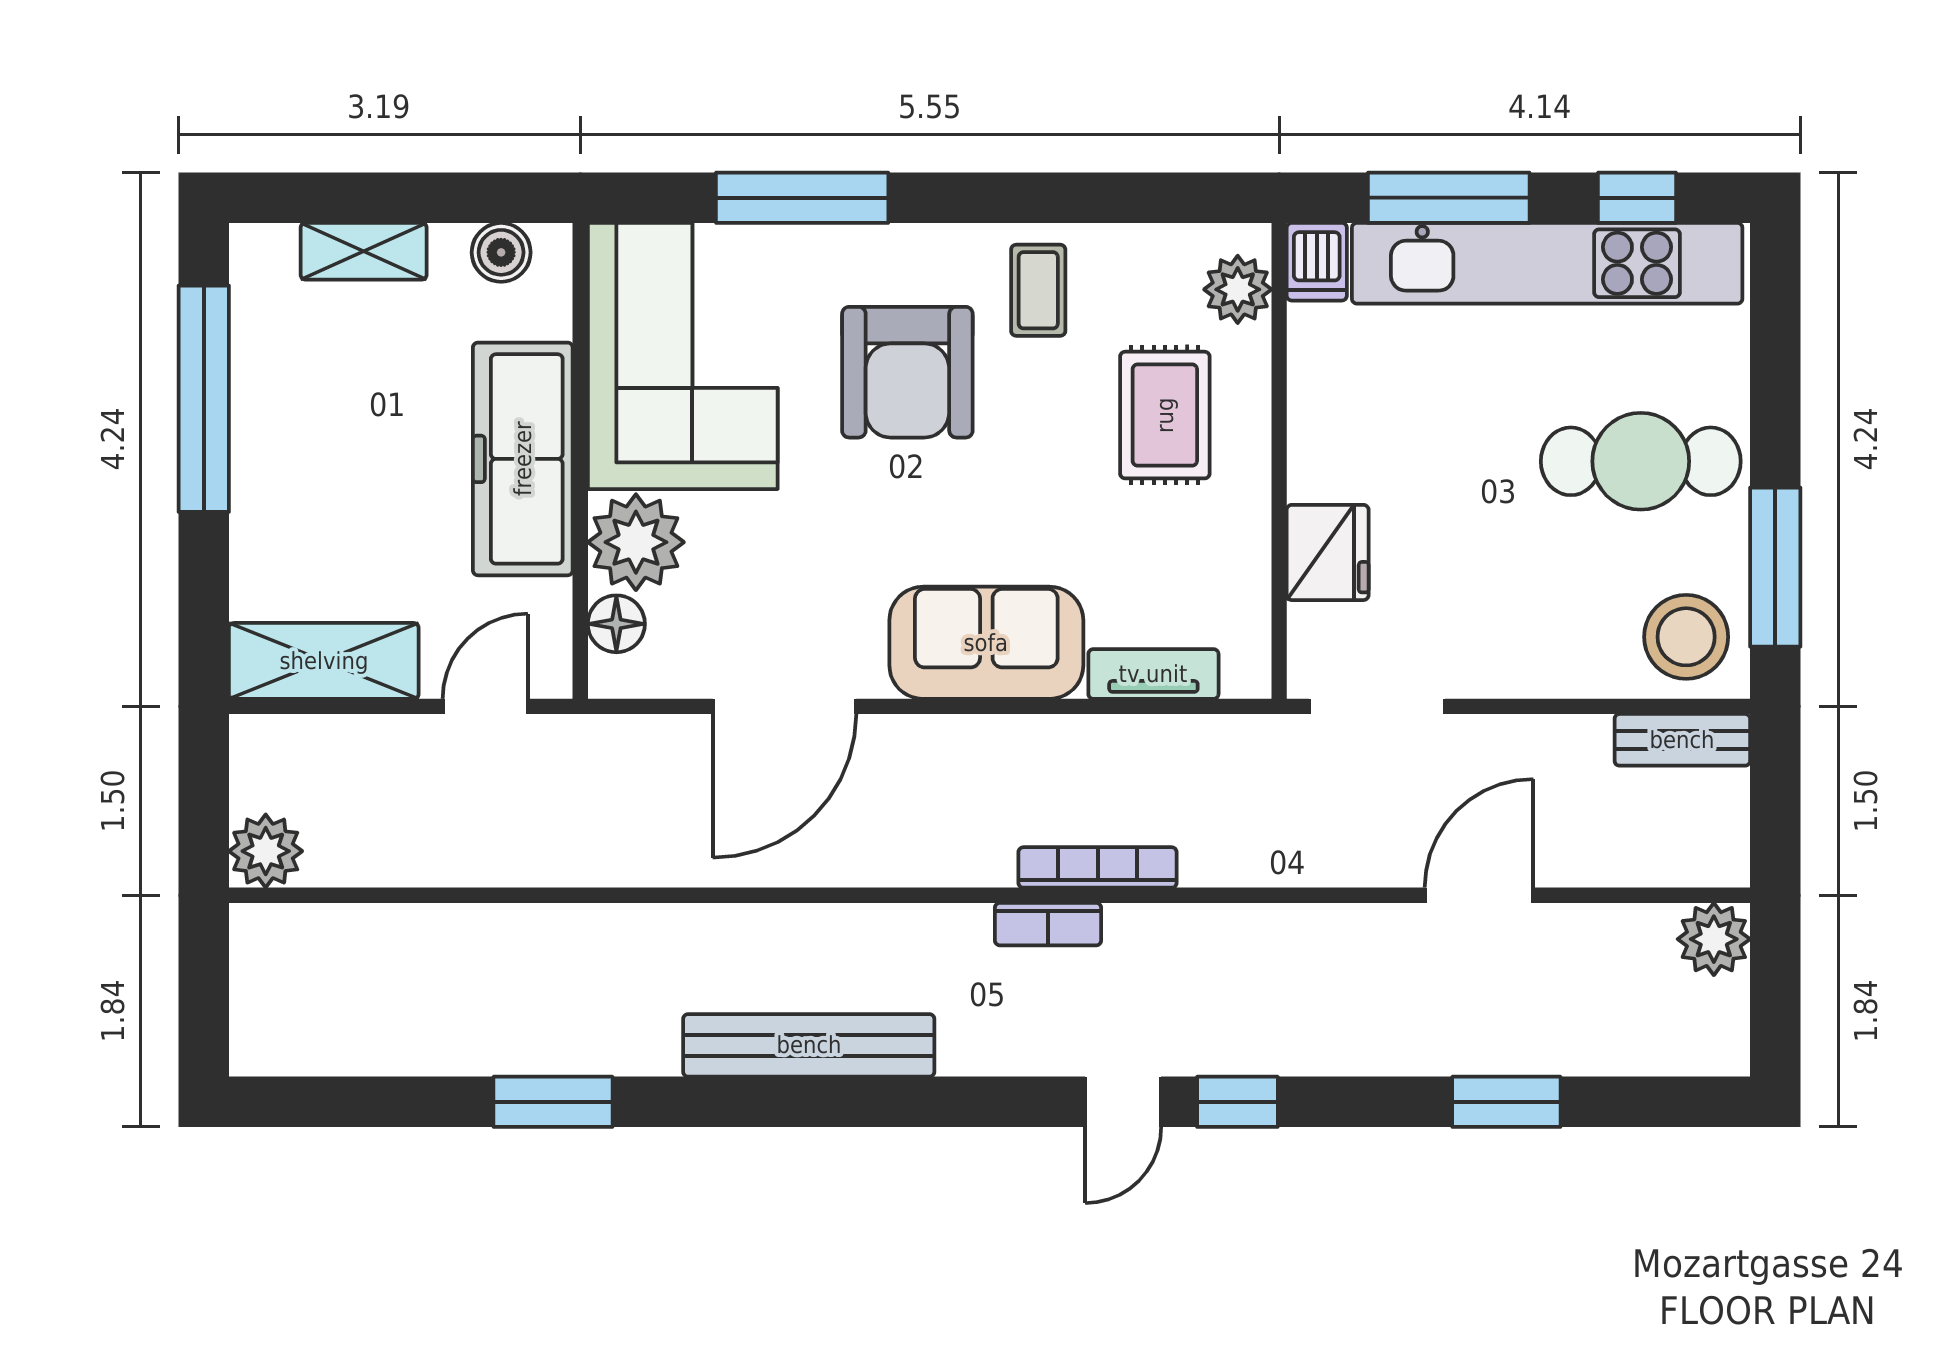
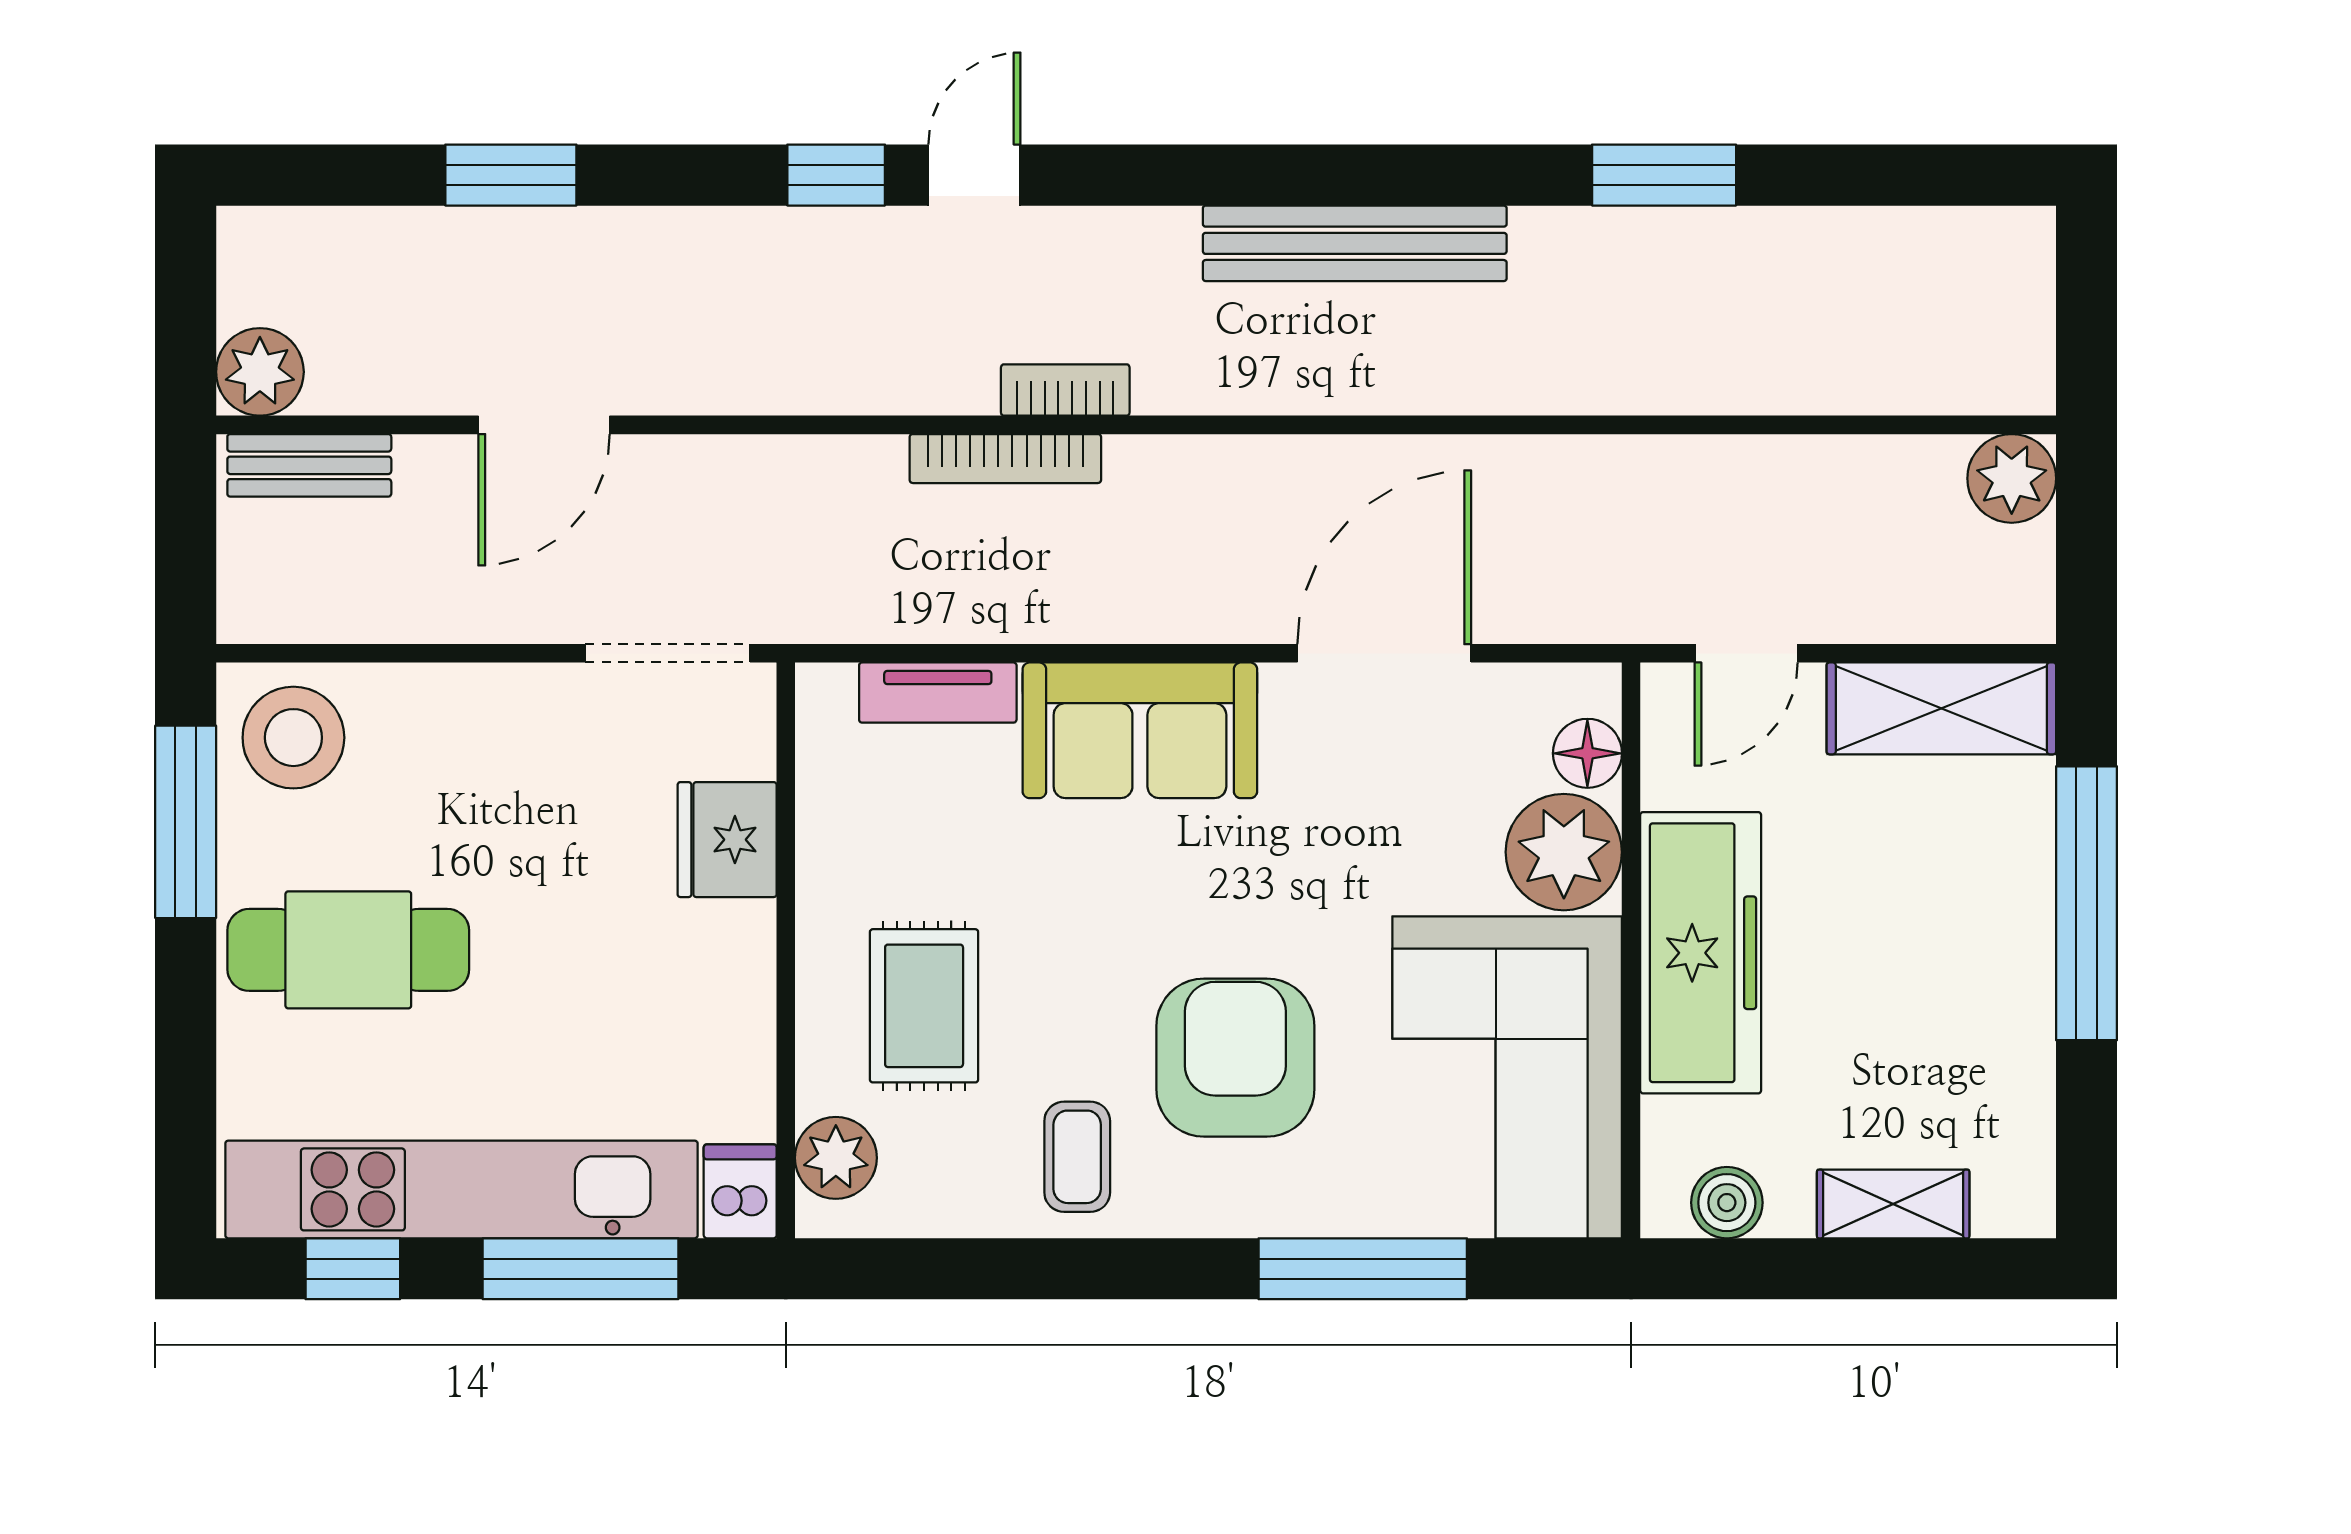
window: (204, 399) -> (2087, 903), moved
bench: (1682, 740) -> (309, 465), moved

